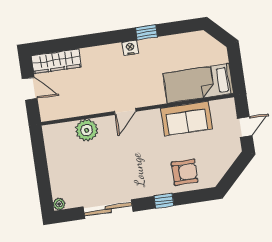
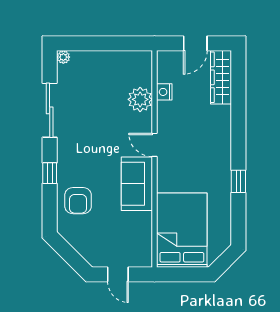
nightstand: (130, 48) -> (164, 92), moved, turned 180
bed: (198, 83) -> (182, 230), width x1.50
sofa: (187, 118) -> (137, 184), moved

